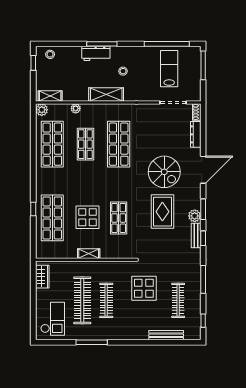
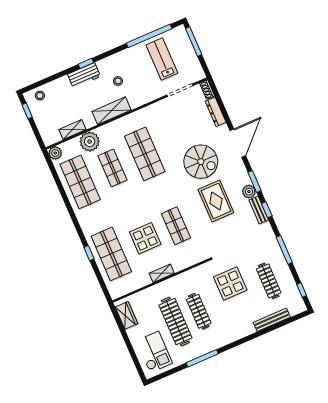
window: (102, 44) -> (86, 63), width x0.46
shelving: (50, 96) -> (72, 130), moved
plant: (76, 108) -> (90, 142), width x1.88, depth x1.88

